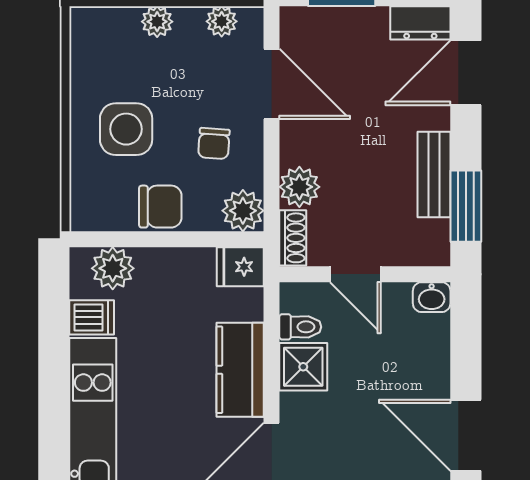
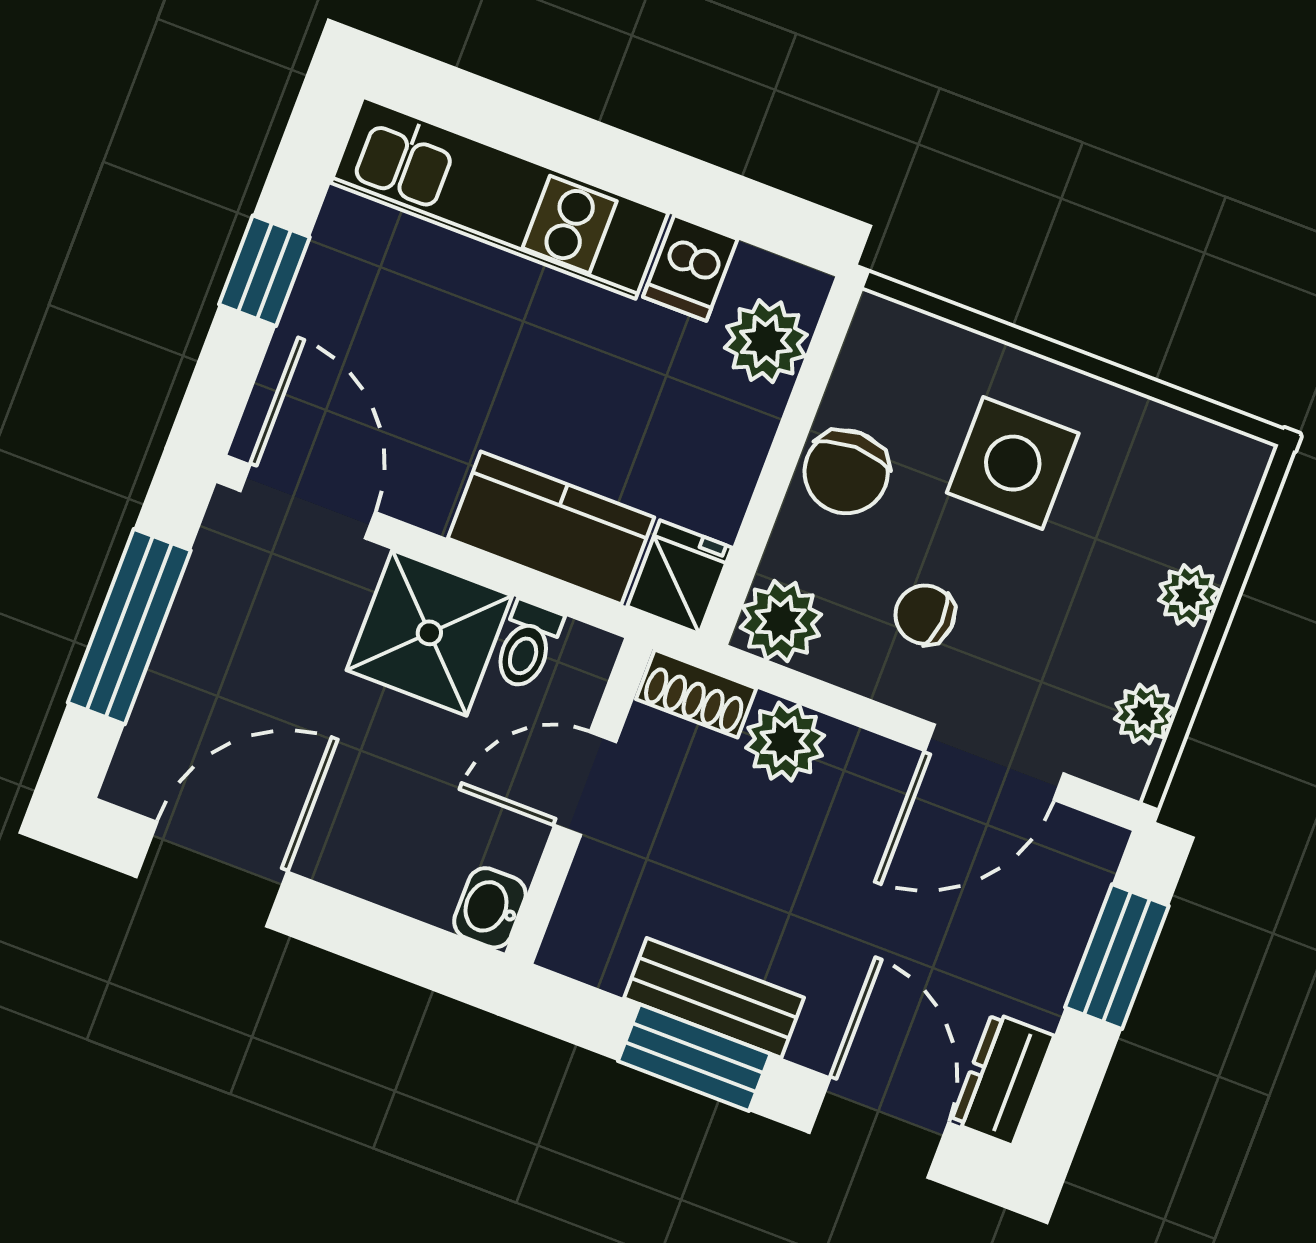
window: (466, 206) -> (694, 1058), moved
shower: (303, 367) -> (429, 633), width x1.36, depth x1.36
kitchen counter: (240, 370) -> (551, 528), moved

